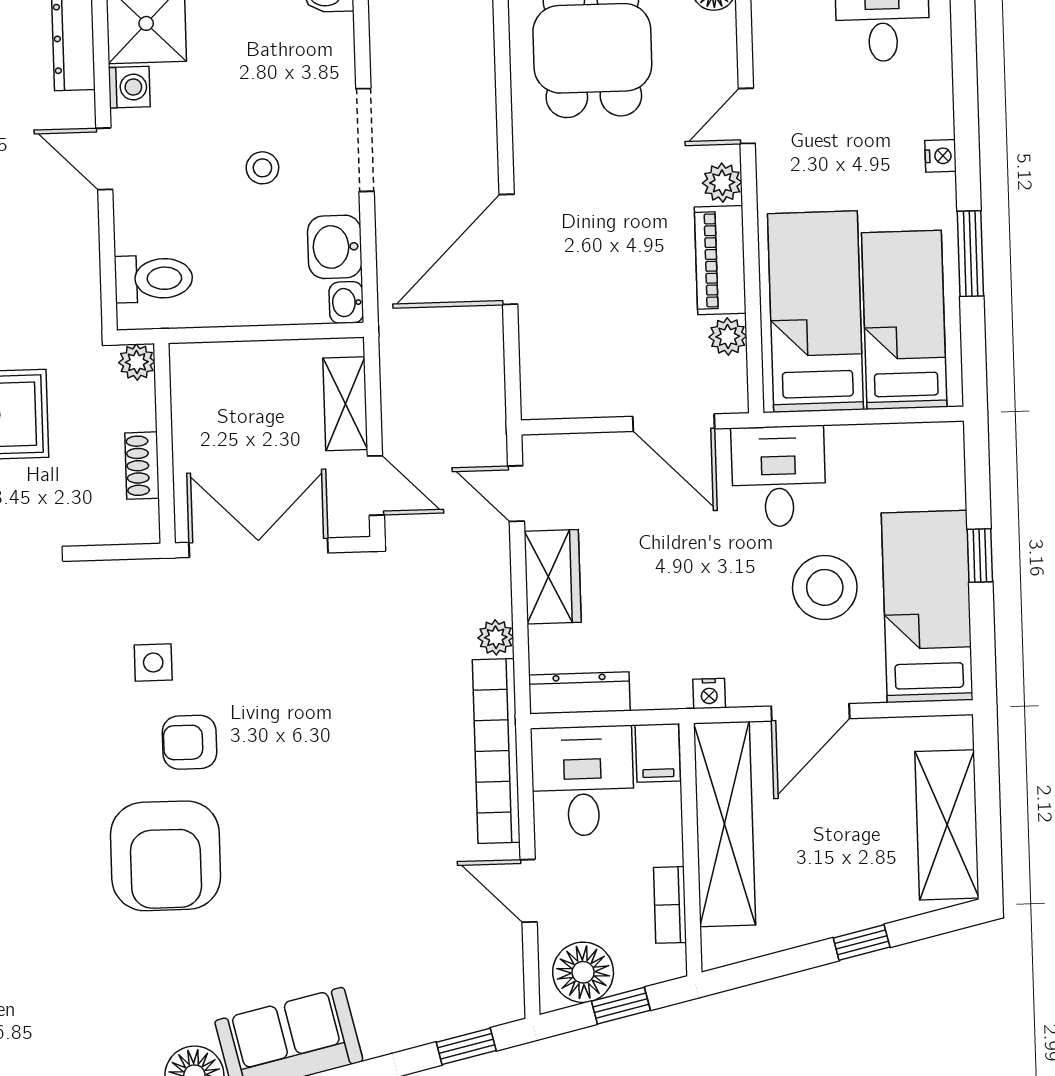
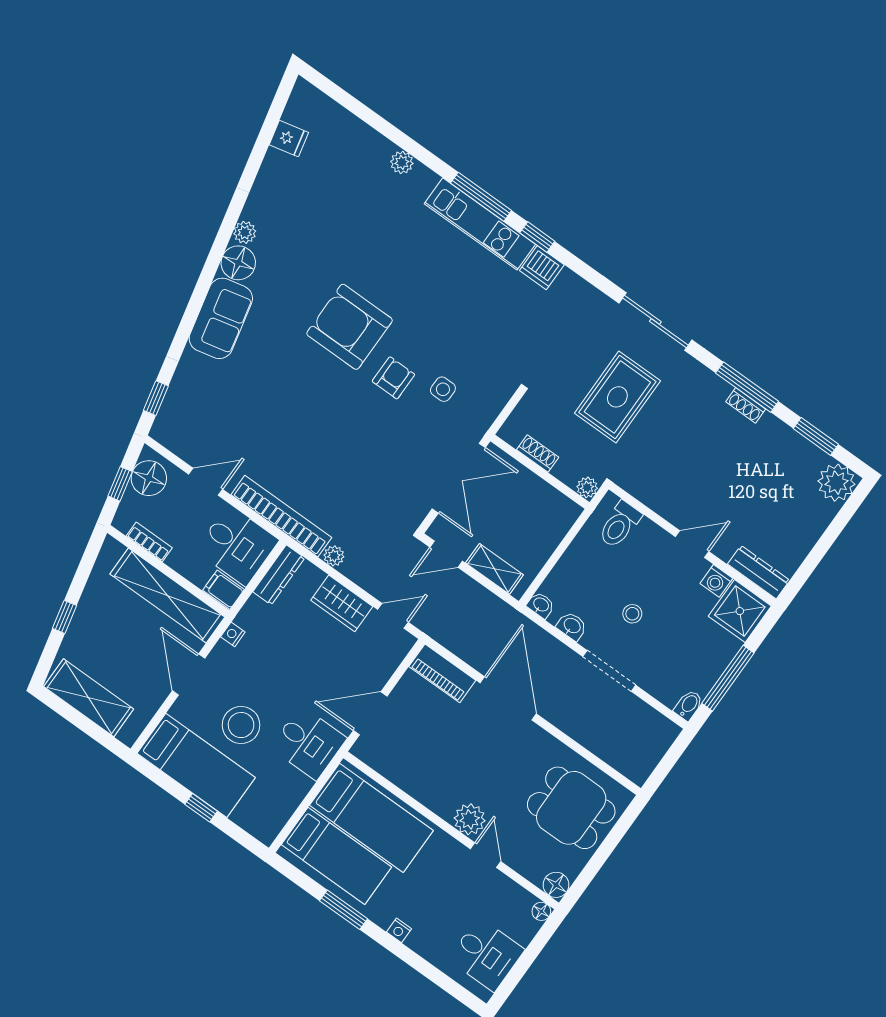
plant: (722, 183) -> (470, 819), width x1.38, depth x1.38
washbasin: (335, 247) -> (572, 626), width x0.72, depth x0.69
piano: (720, 260) -> (442, 673), moved, turned 180
plant: (728, 336) -> (391, 769), removed

